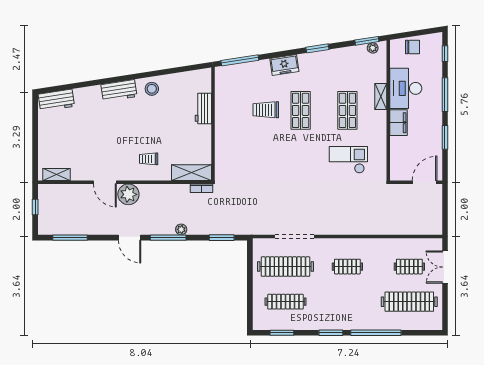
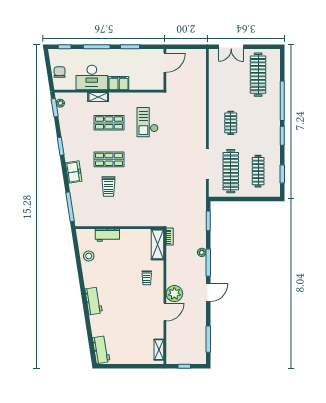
stool: (152, 89) -> (89, 256), moved
door: (425, 182) -> (165, 63), swing flipped
clothes rail: (409, 267) -> (231, 75), removed

